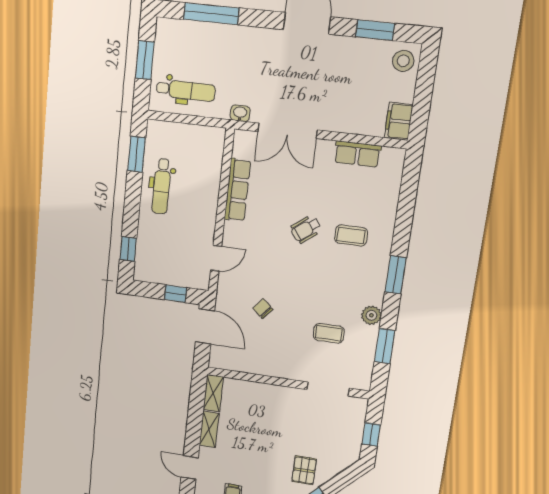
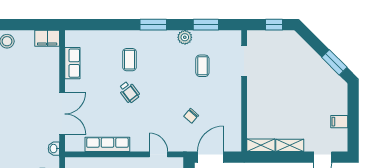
pallet: (304, 470) -> (310, 70), removed

